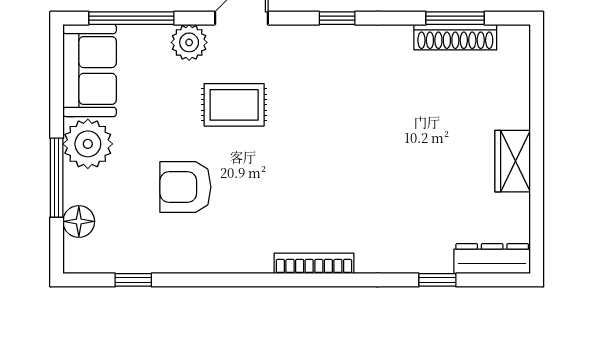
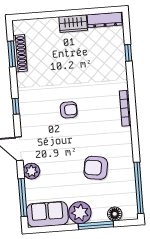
rug: (234, 105) -> (58, 149), removed
armchair: (320, 136) -> (69, 110), added
armchair: (185, 187) -> (96, 168), turned 99
dresser: (492, 259) -> (105, 20), moved, turned -90
window: (133, 280) -> (139, 188), width x3.17

